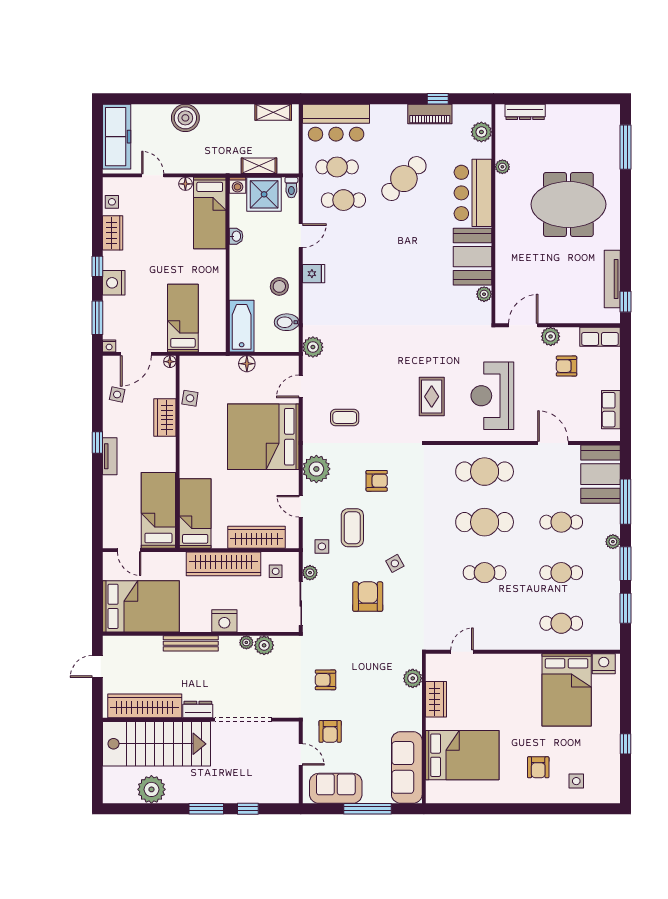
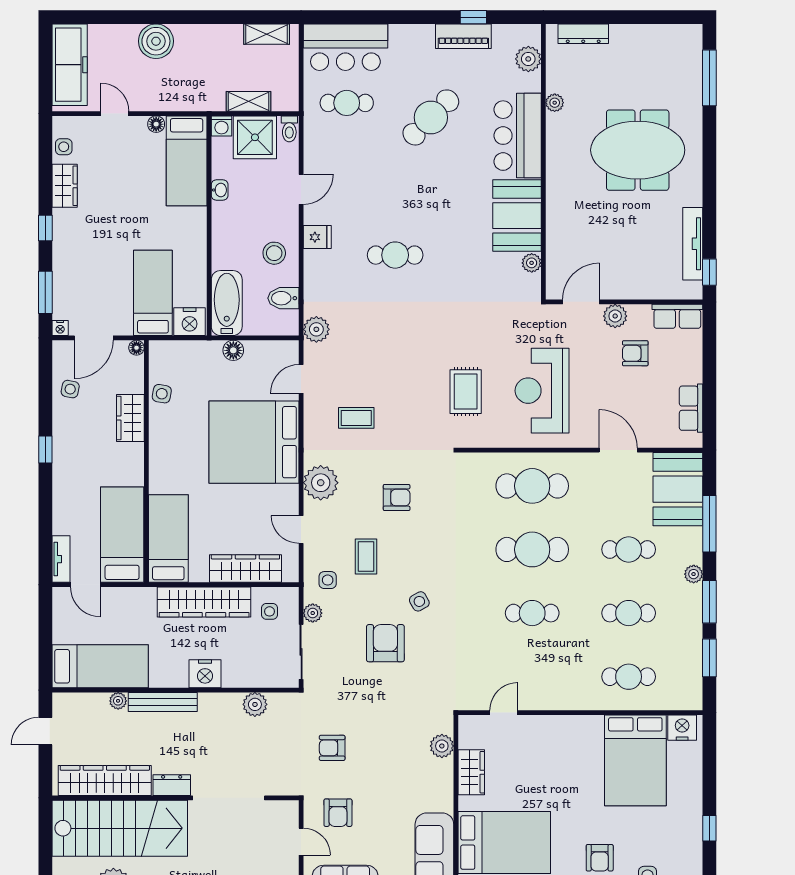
cafe table: (343, 200) -> (395, 255), moved
nightstand: (114, 283) -> (190, 322), moved, turned -90
tv unit: (110, 456) -> (61, 559), moved
coffee table: (352, 528) -> (366, 557), width x0.73, depth x0.77
bed: (141, 606) -> (100, 666), width x0.67
plant: (246, 642) -> (118, 701), moved

